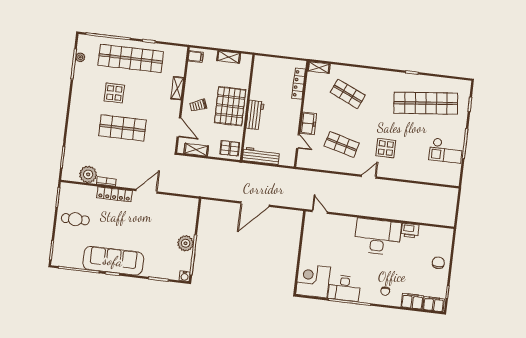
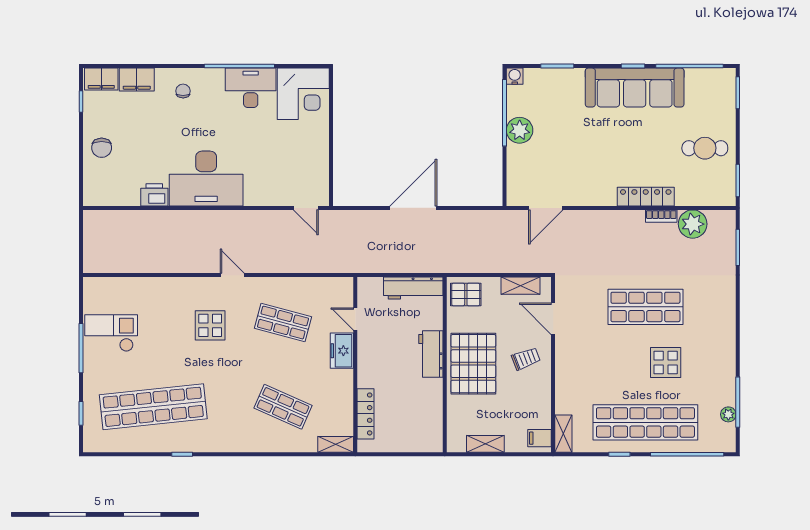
shelving: (177, 88) -> (563, 434), moved
door: (369, 177) -> (232, 275), swing flipped
door: (147, 191) -> (546, 208), moved

